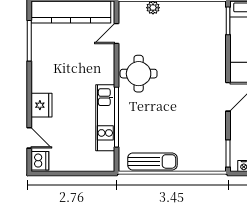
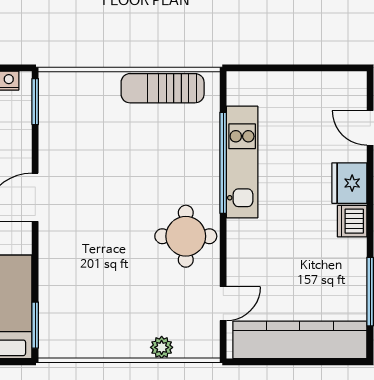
dishwasher: (40, 161) -> (352, 221), moved

